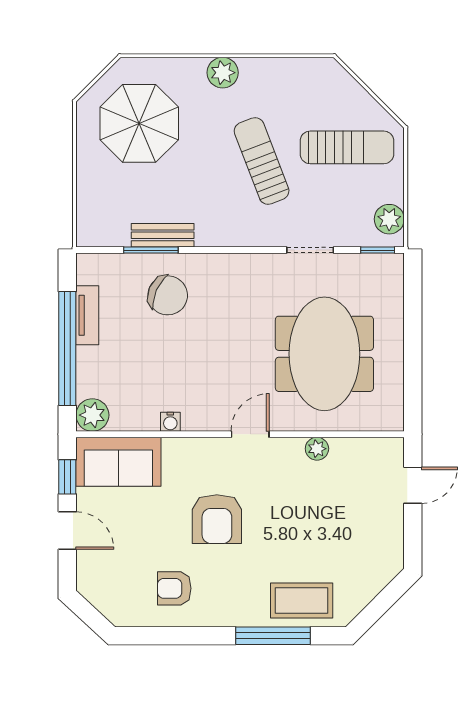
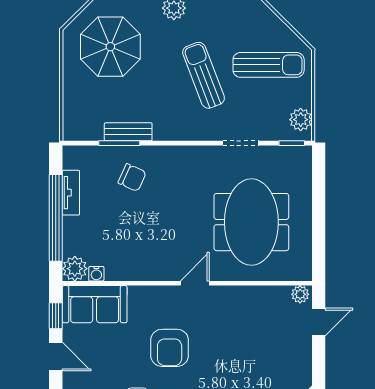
chair: (168, 295) -> (132, 178), width x0.73, depth x0.73
water cooler: (170, 422) -> (96, 274), moved
plant: (317, 449) -> (300, 294), moved

